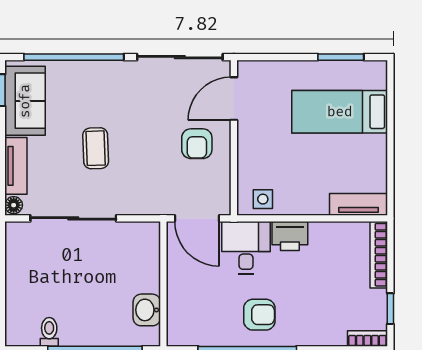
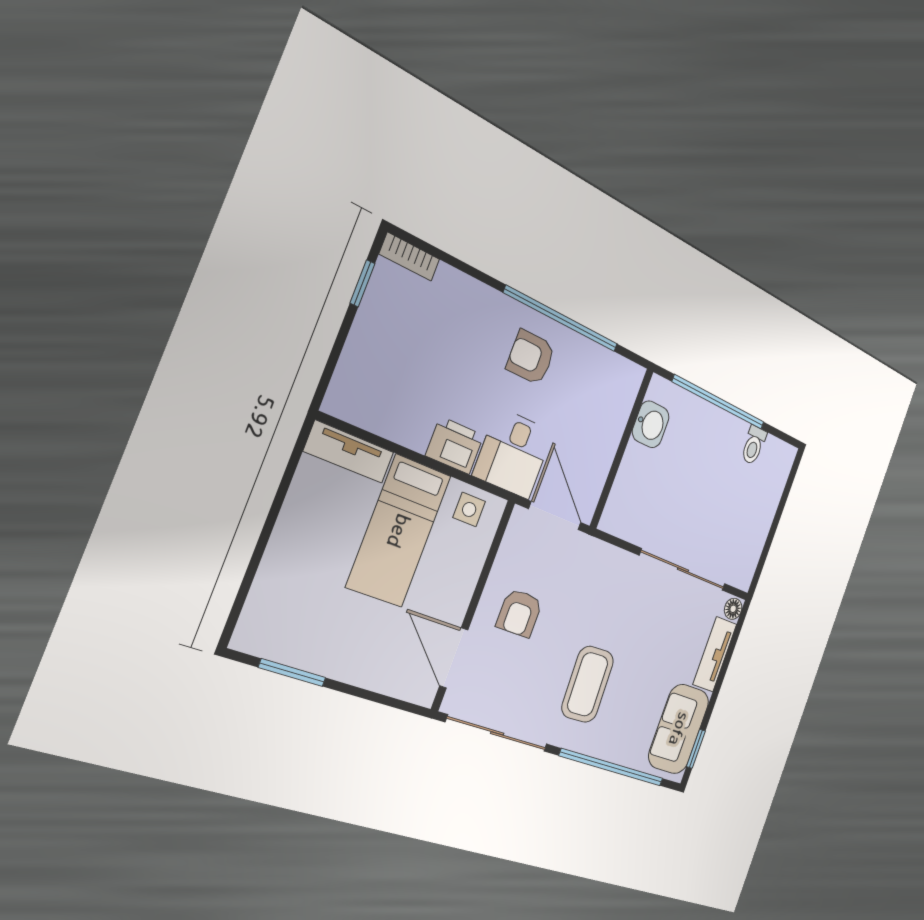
door: (234, 99) -> (454, 658), swing flipped
bed: (340, 112) -> (399, 531), moved, turned 90
armchair: (197, 144) -> (519, 613), turned 180
coffee table: (96, 148) -> (588, 684), moved, width x1.36, depth x1.30
bookcase: (379, 255) -> (349, 368), removed

